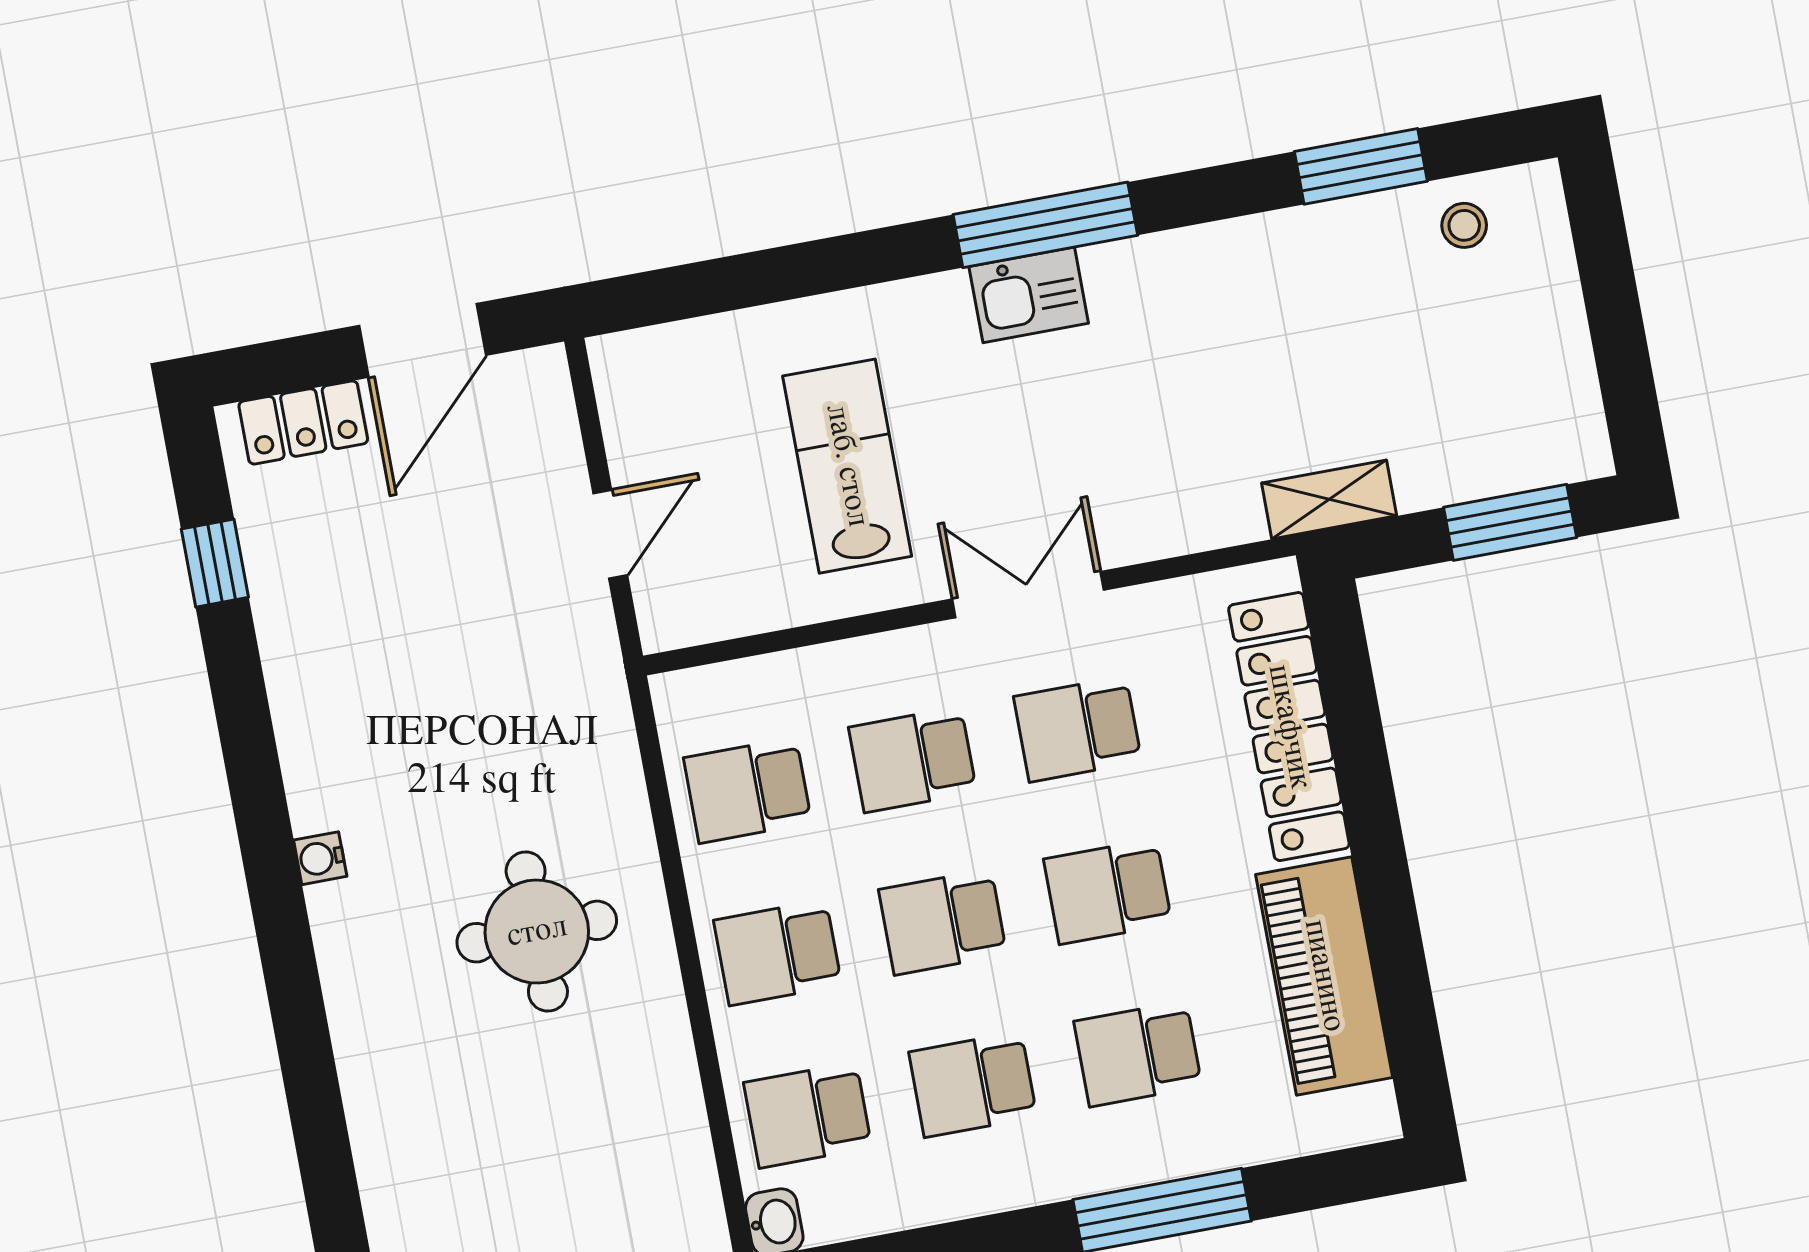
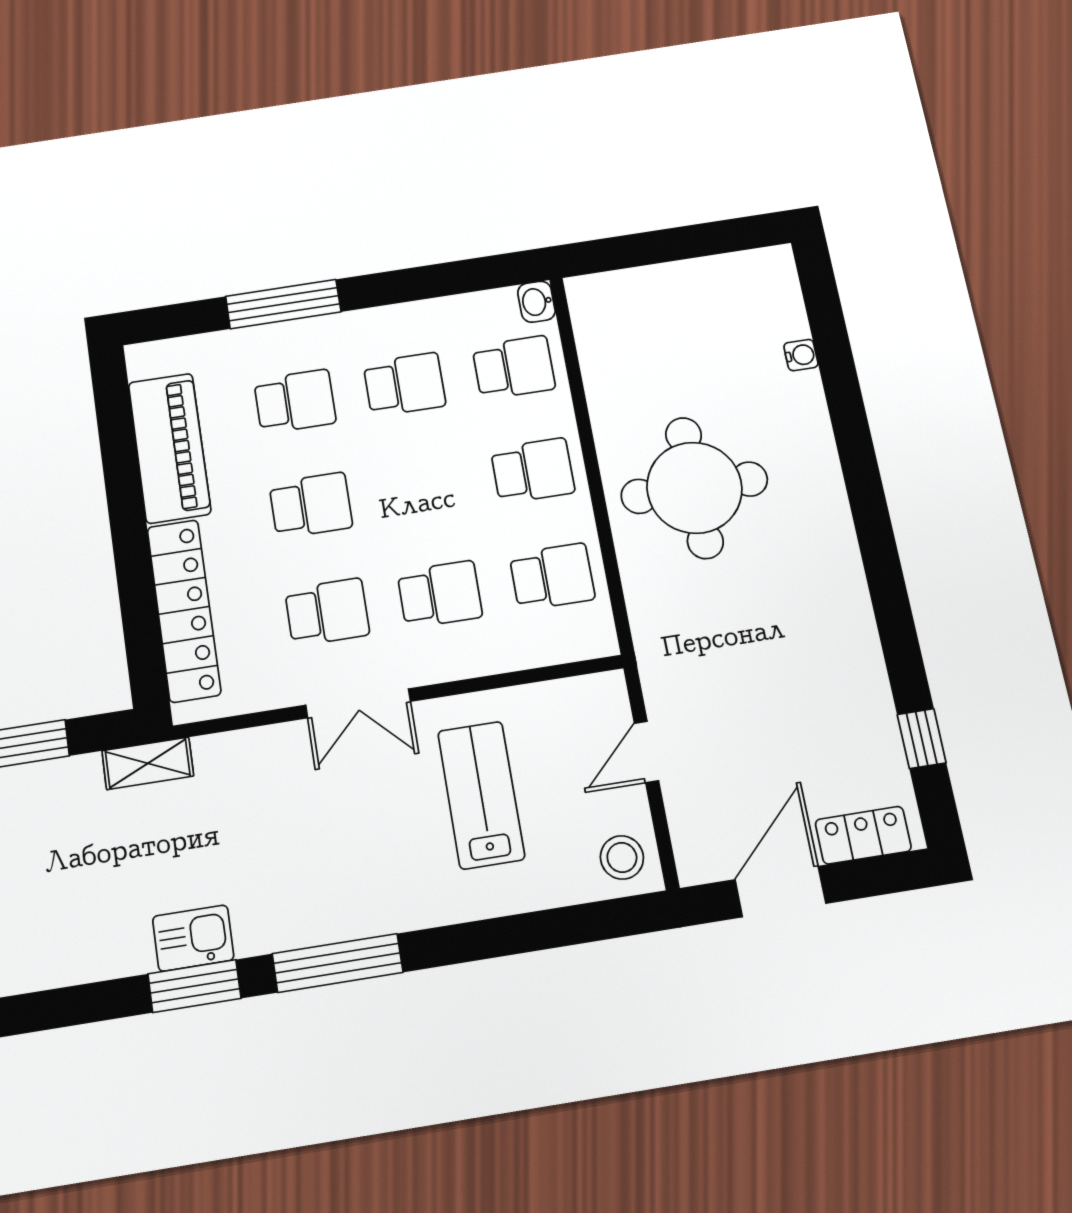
window: (1361, 166) -> (194, 986), moved
stool: (1464, 225) -> (622, 857), moved, width x1.37, depth x1.37
kitchen sink: (1029, 295) -> (193, 938), moved
lab bench: (847, 466) -> (481, 795), turned 180
water cooler: (320, 858) -> (801, 355), moved
school desk: (943, 922) -> (422, 488), removed
round table: (537, 932) -> (694, 488), width x1.36, depth x1.36

